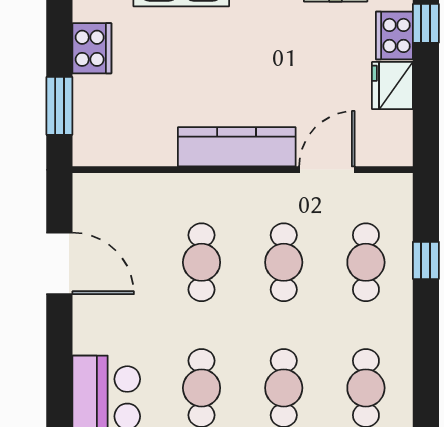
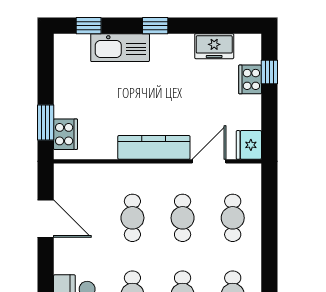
cooker: (92, 48) -> (66, 134), moved
fridge: (392, 86) -> (249, 145), moved
window: (426, 260) -> (269, 217), removed

